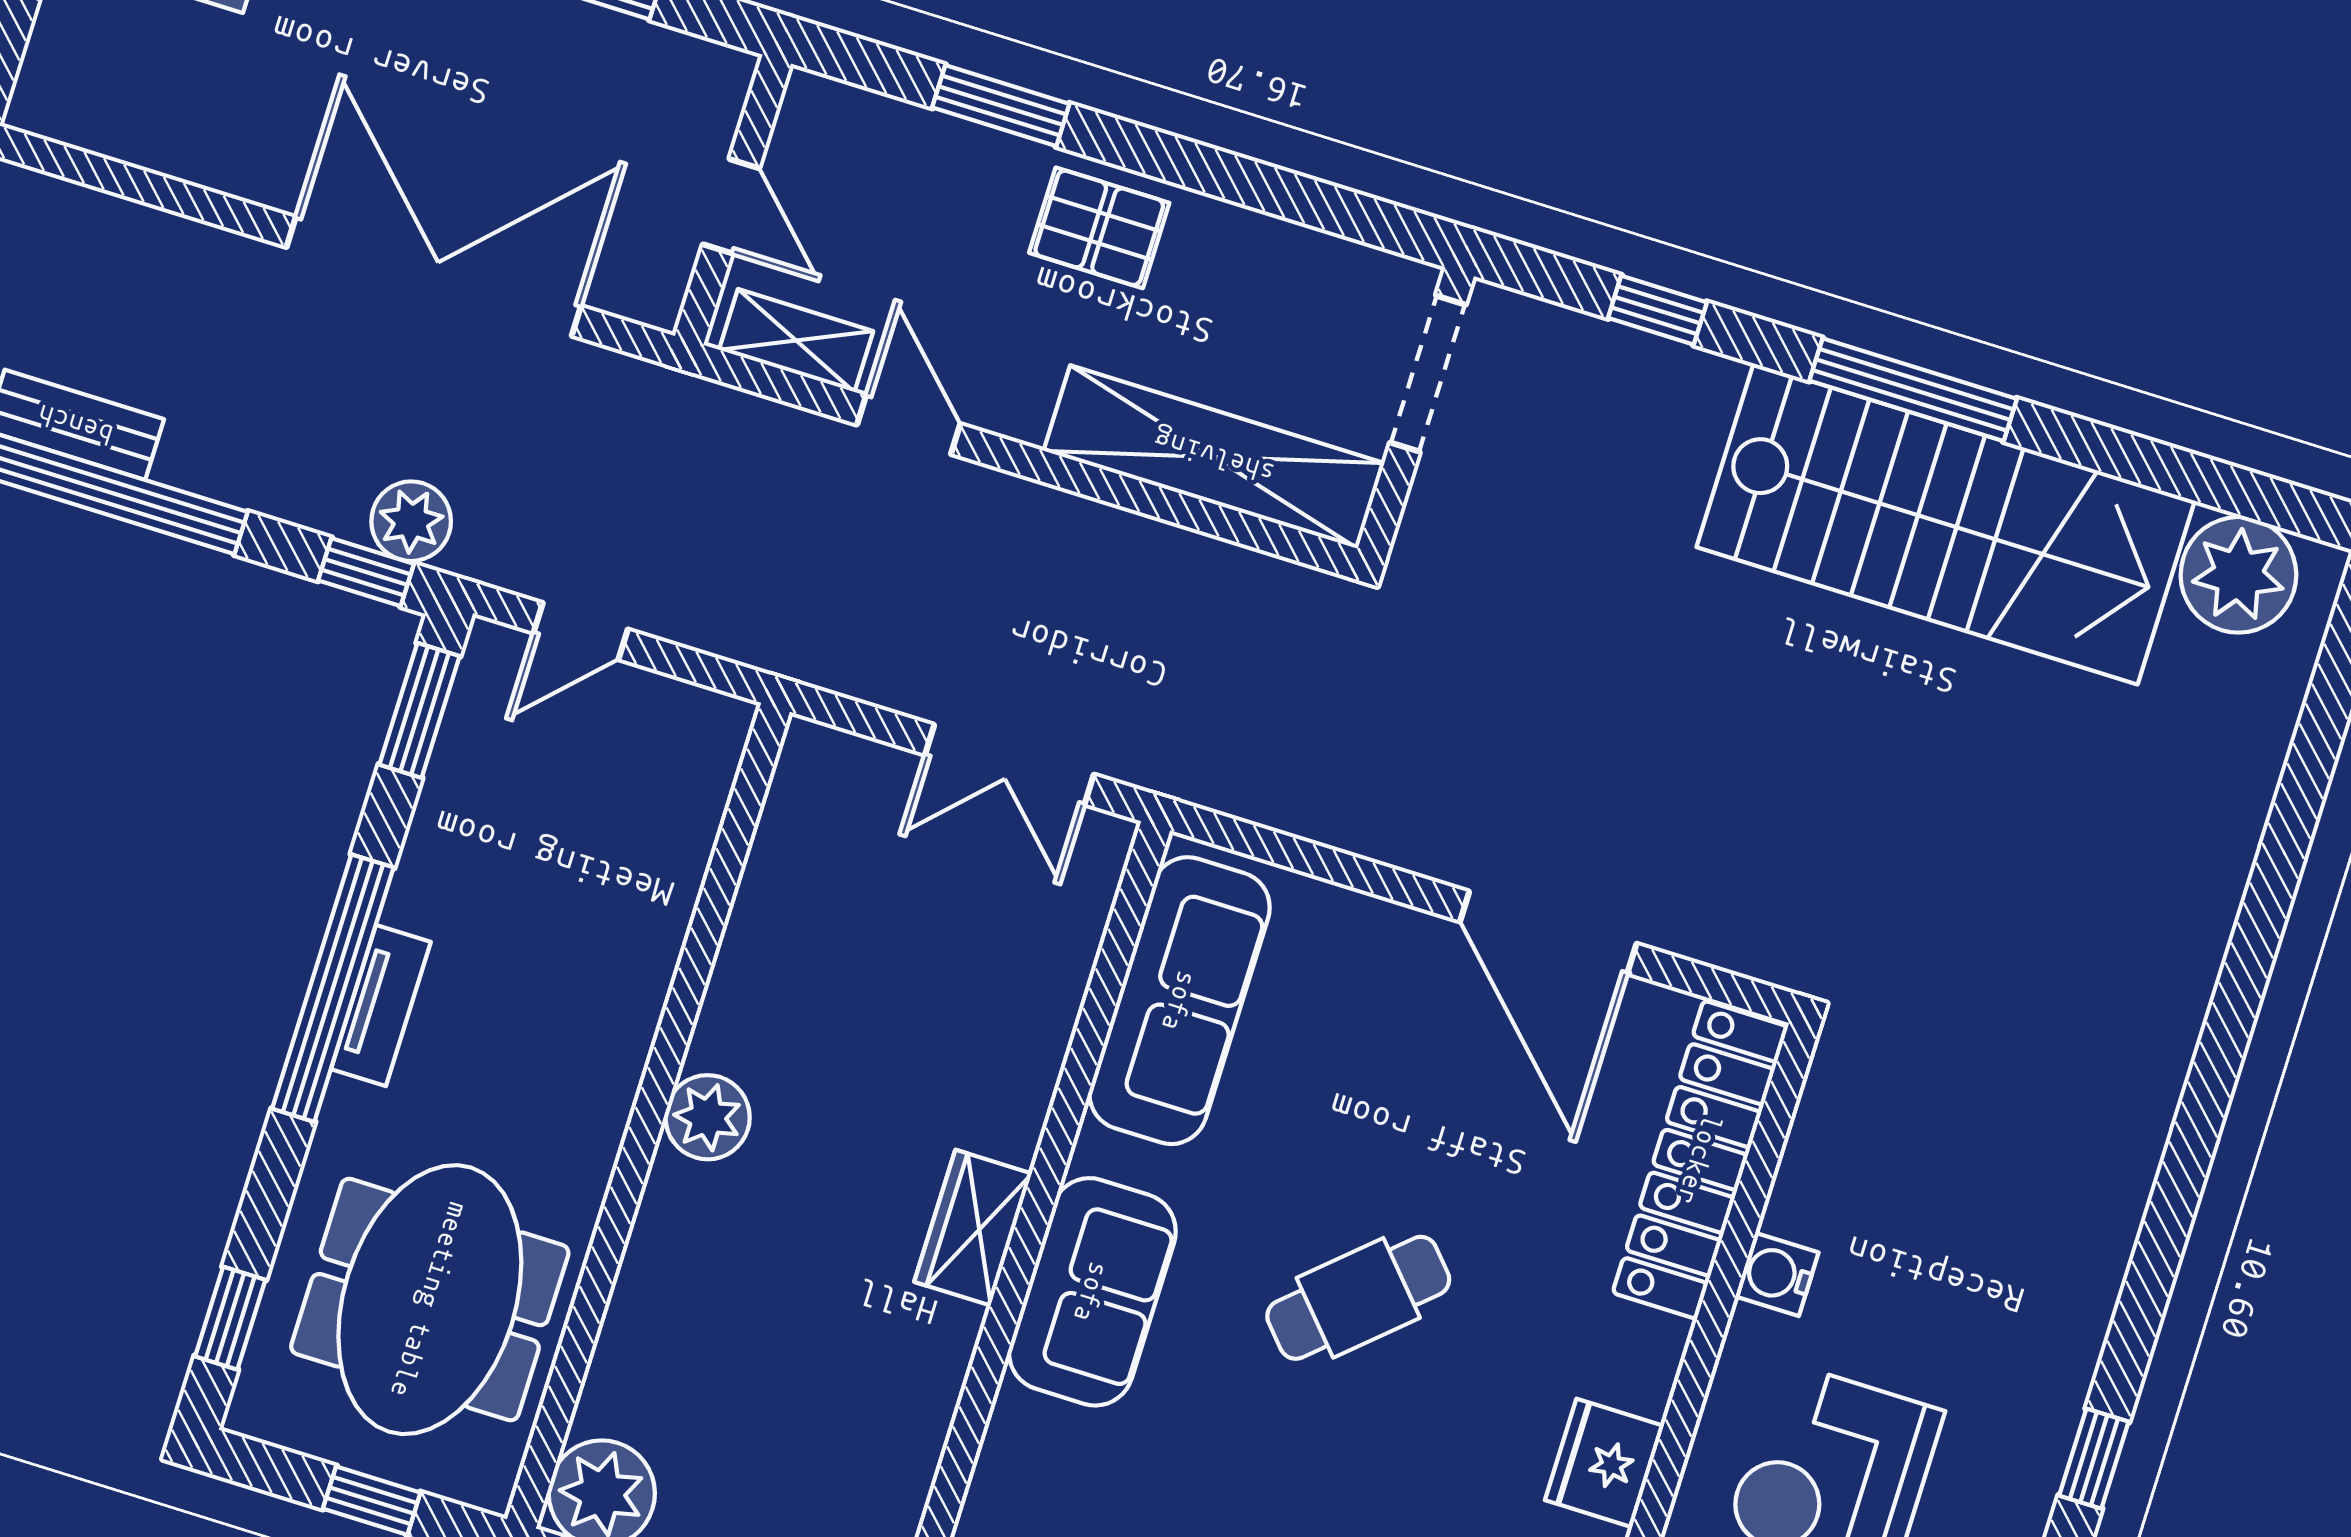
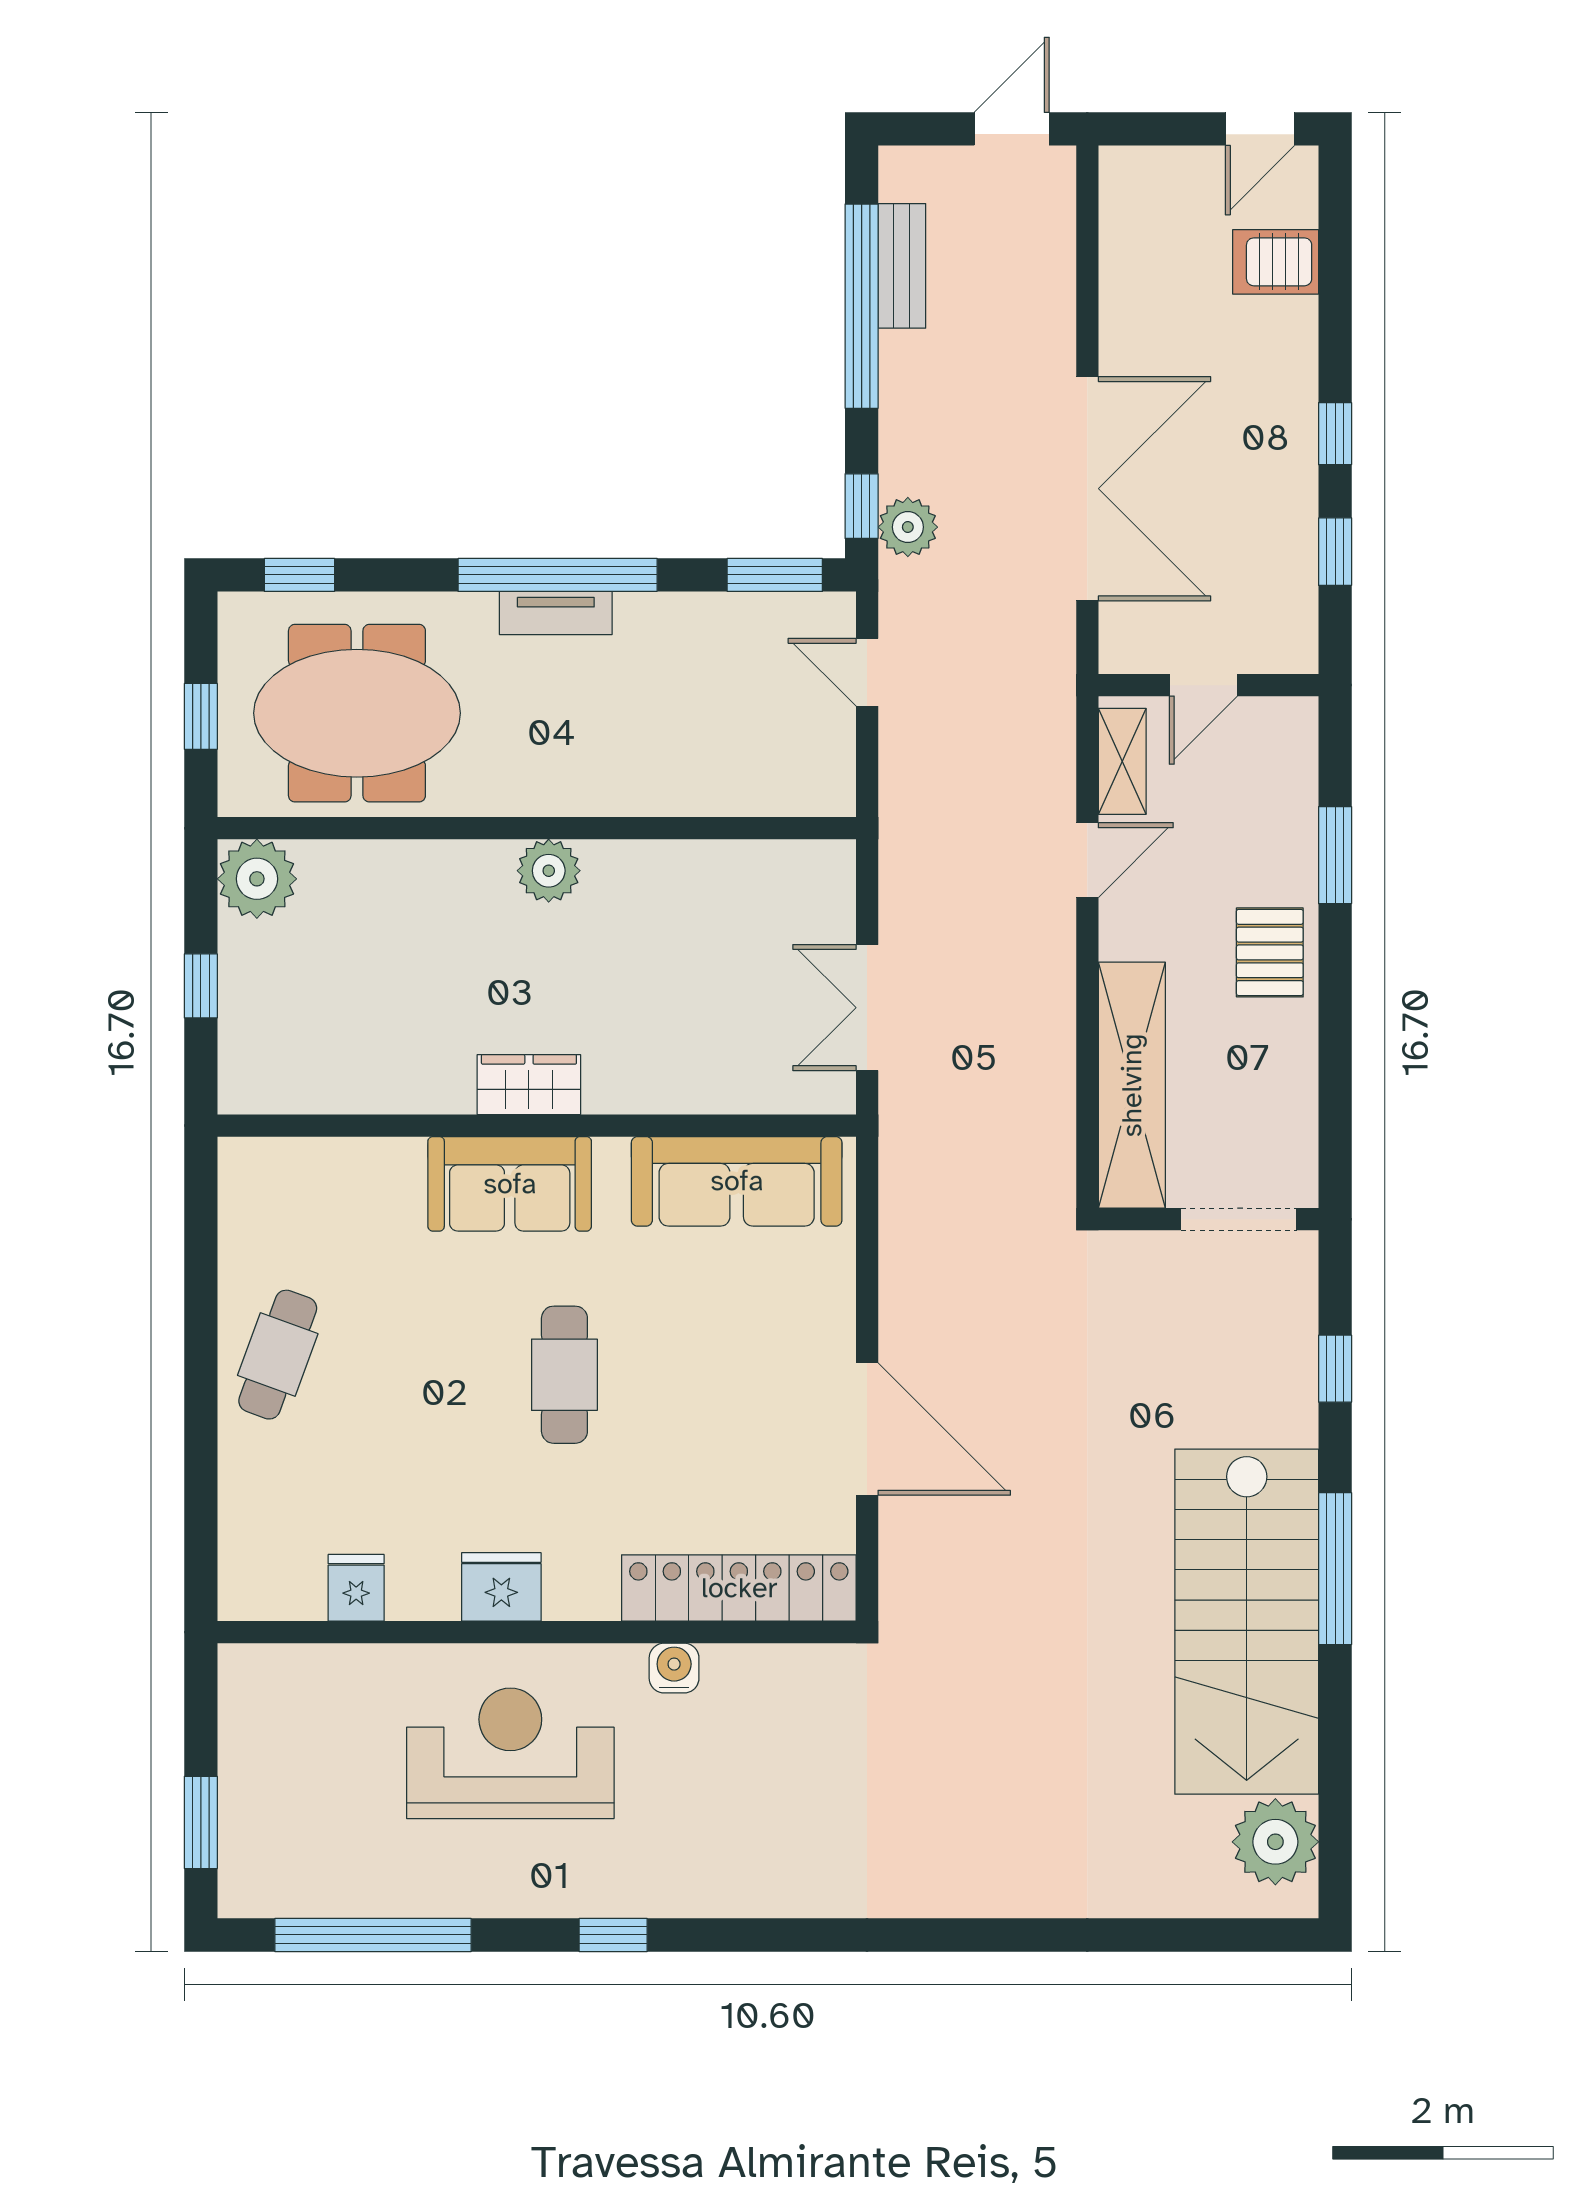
door: (1548, 933) -> (867, 1429), swing flipped
cafe table: (1358, 1298) -> (564, 1375), turned 42

